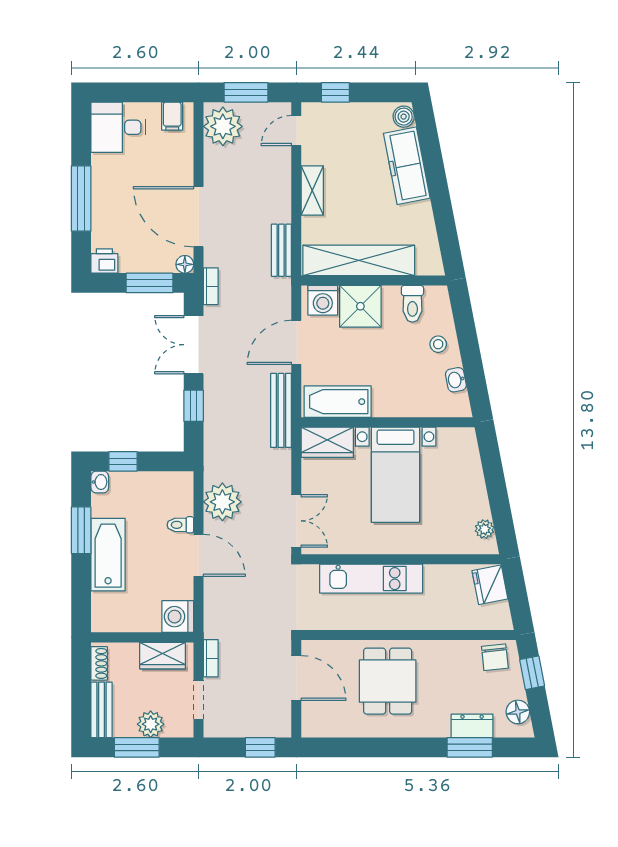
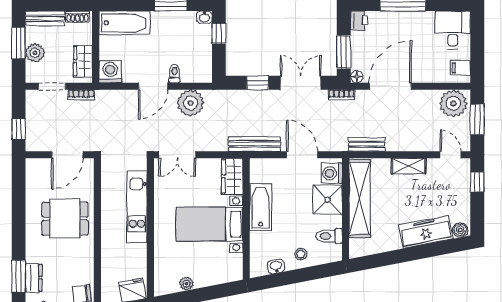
bathtub: (338, 402) -> (261, 207), moved
plant: (485, 529) -> (186, 284), moved
bathtub: (108, 555) -> (124, 23), moved

